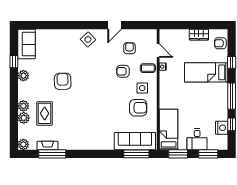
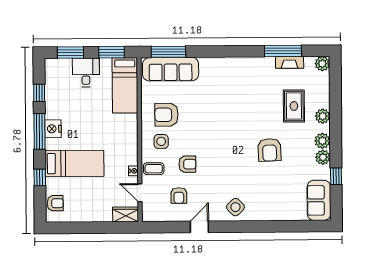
wardrobe: (199, 35) -> (126, 214), moved
plant: (24, 118) -> (322, 141), moved
nightstand: (222, 128) -> (53, 129), moved

